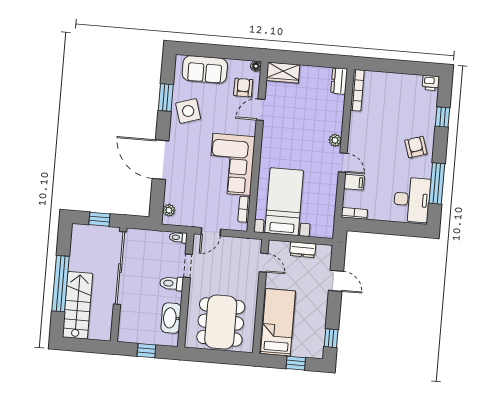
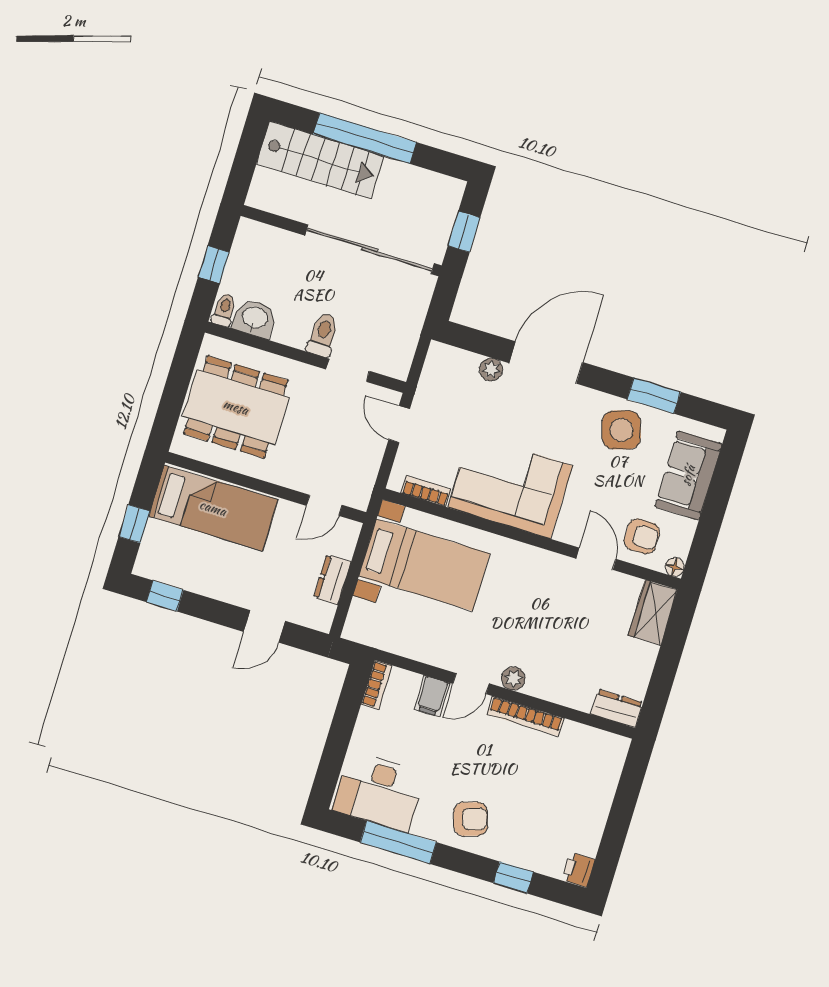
bookcase: (357, 90) -> (525, 716), moved
plant: (169, 210) -> (491, 370), moved
toilet: (178, 238) -> (224, 310), moved
washbasin: (171, 318) -> (255, 318), width x0.72

